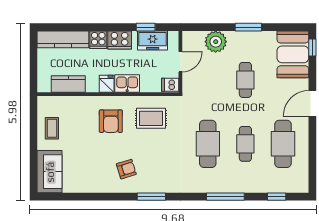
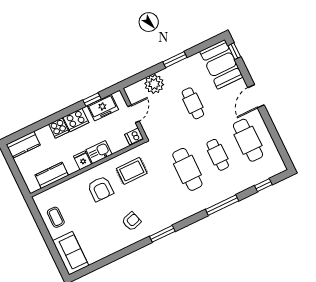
kitchen counter: (63, 39) -> (23, 145), width x0.67

